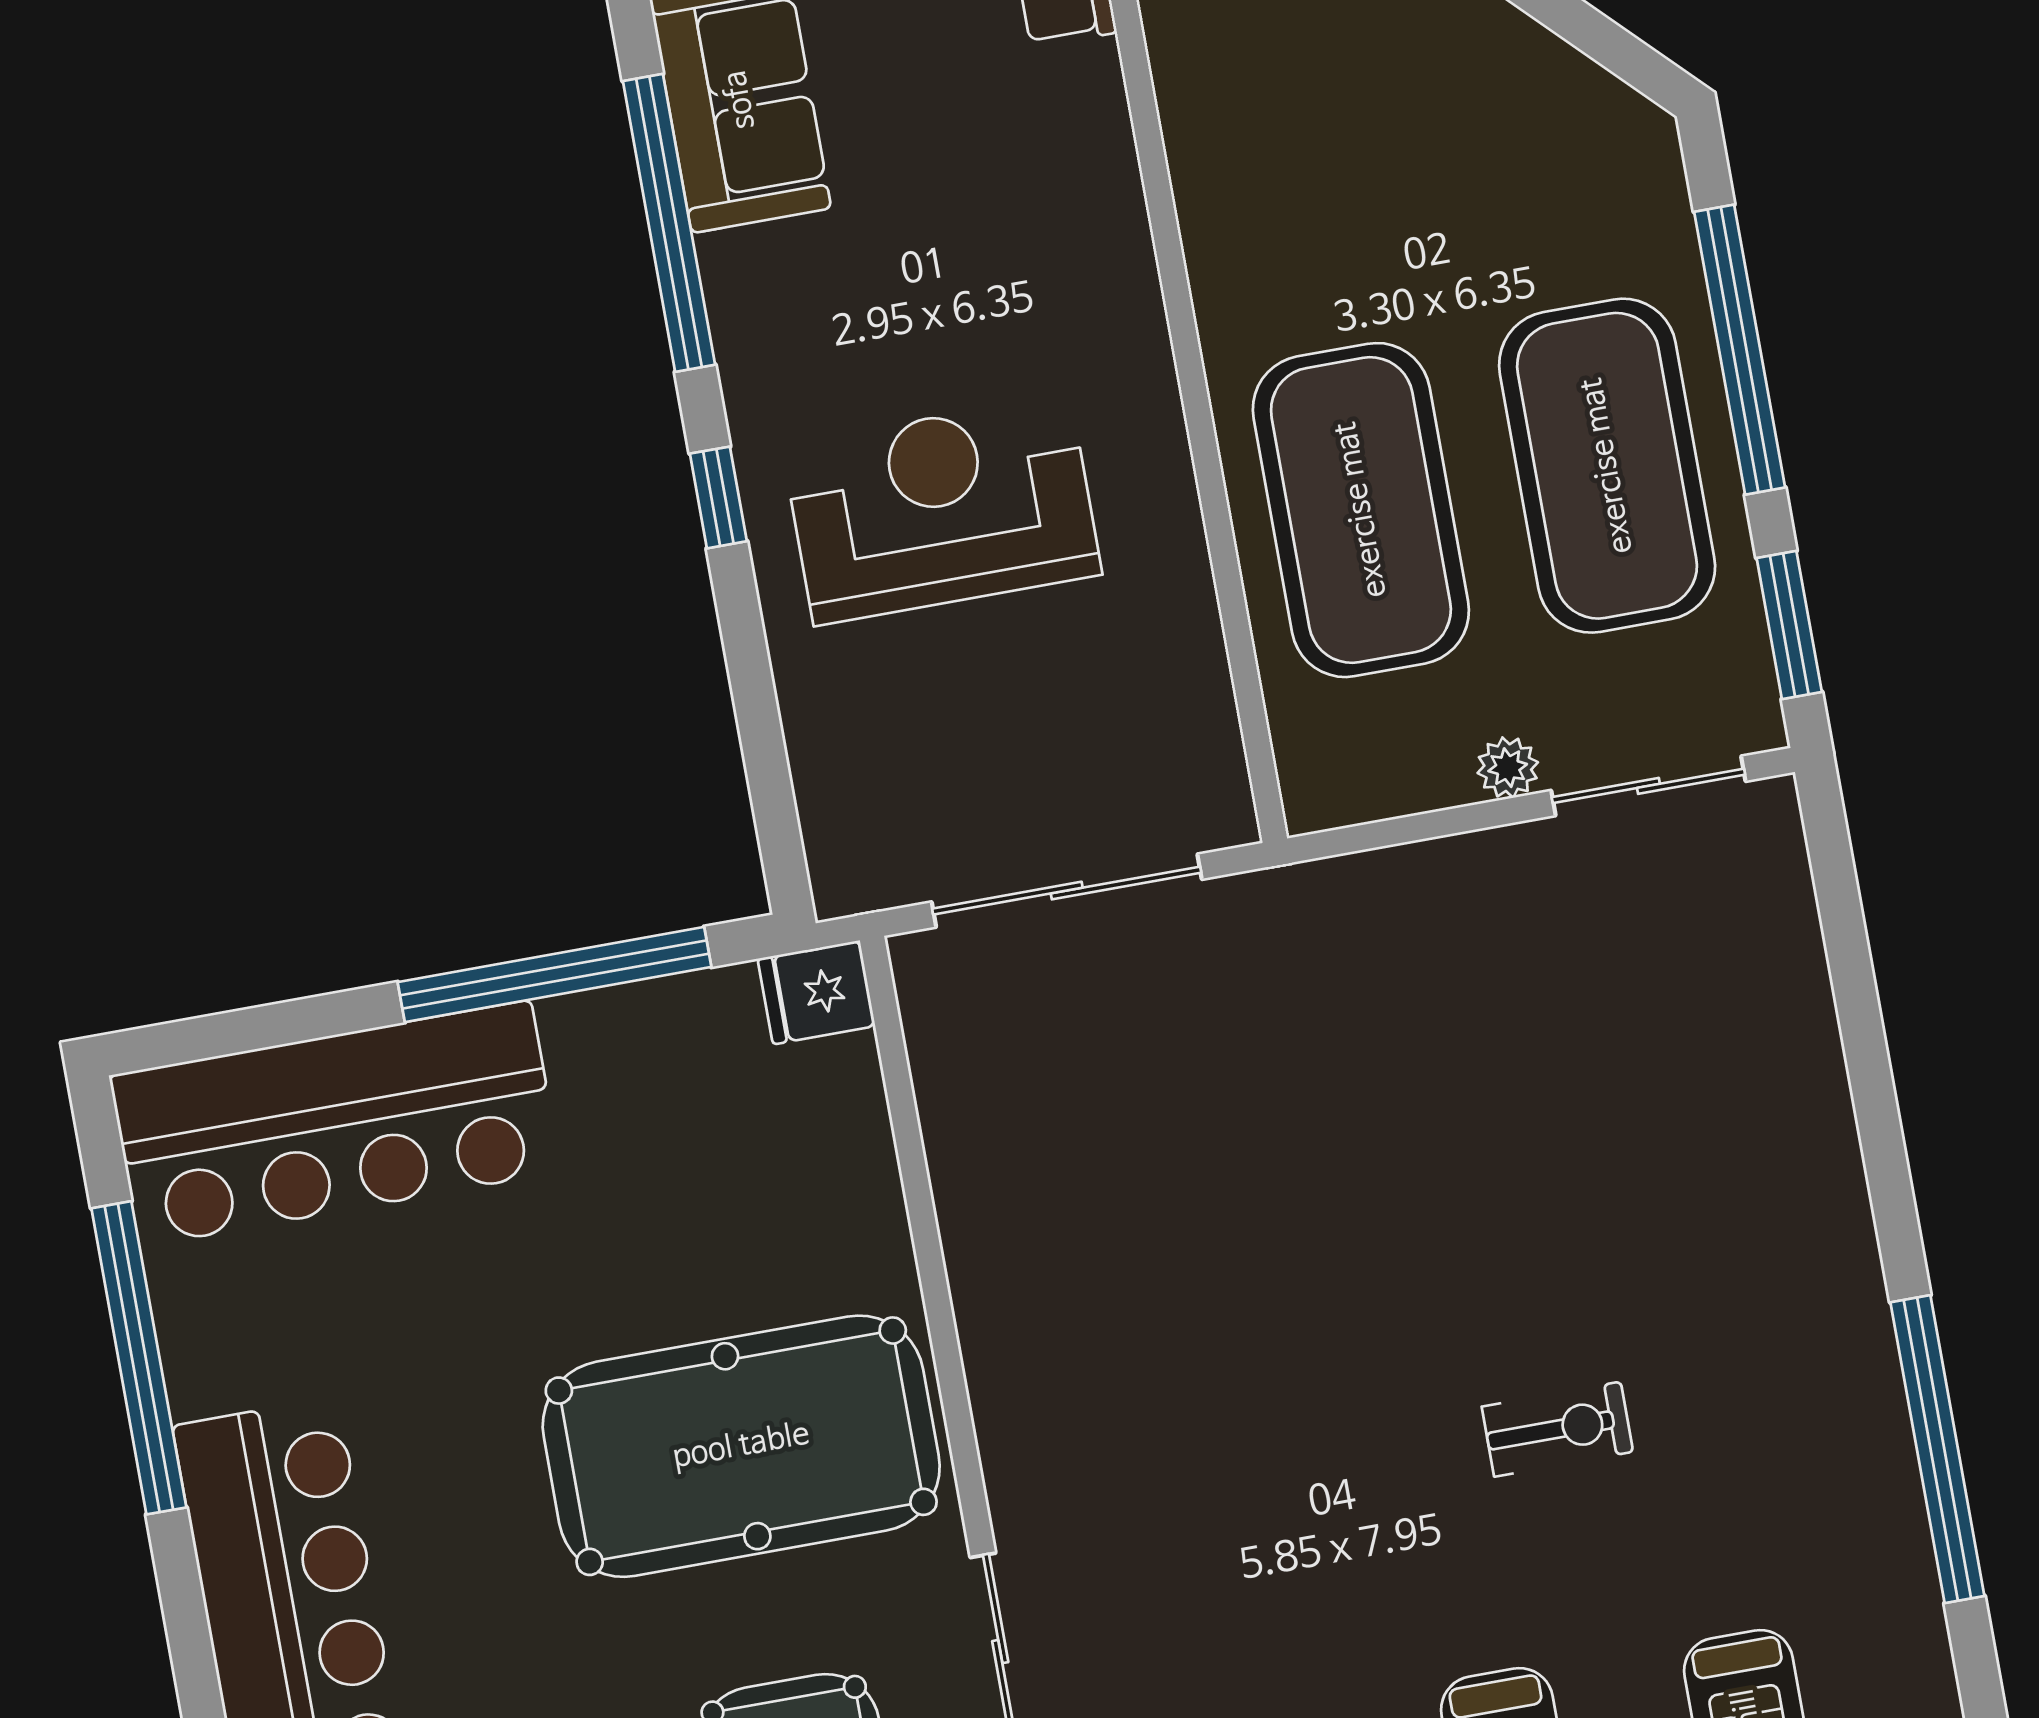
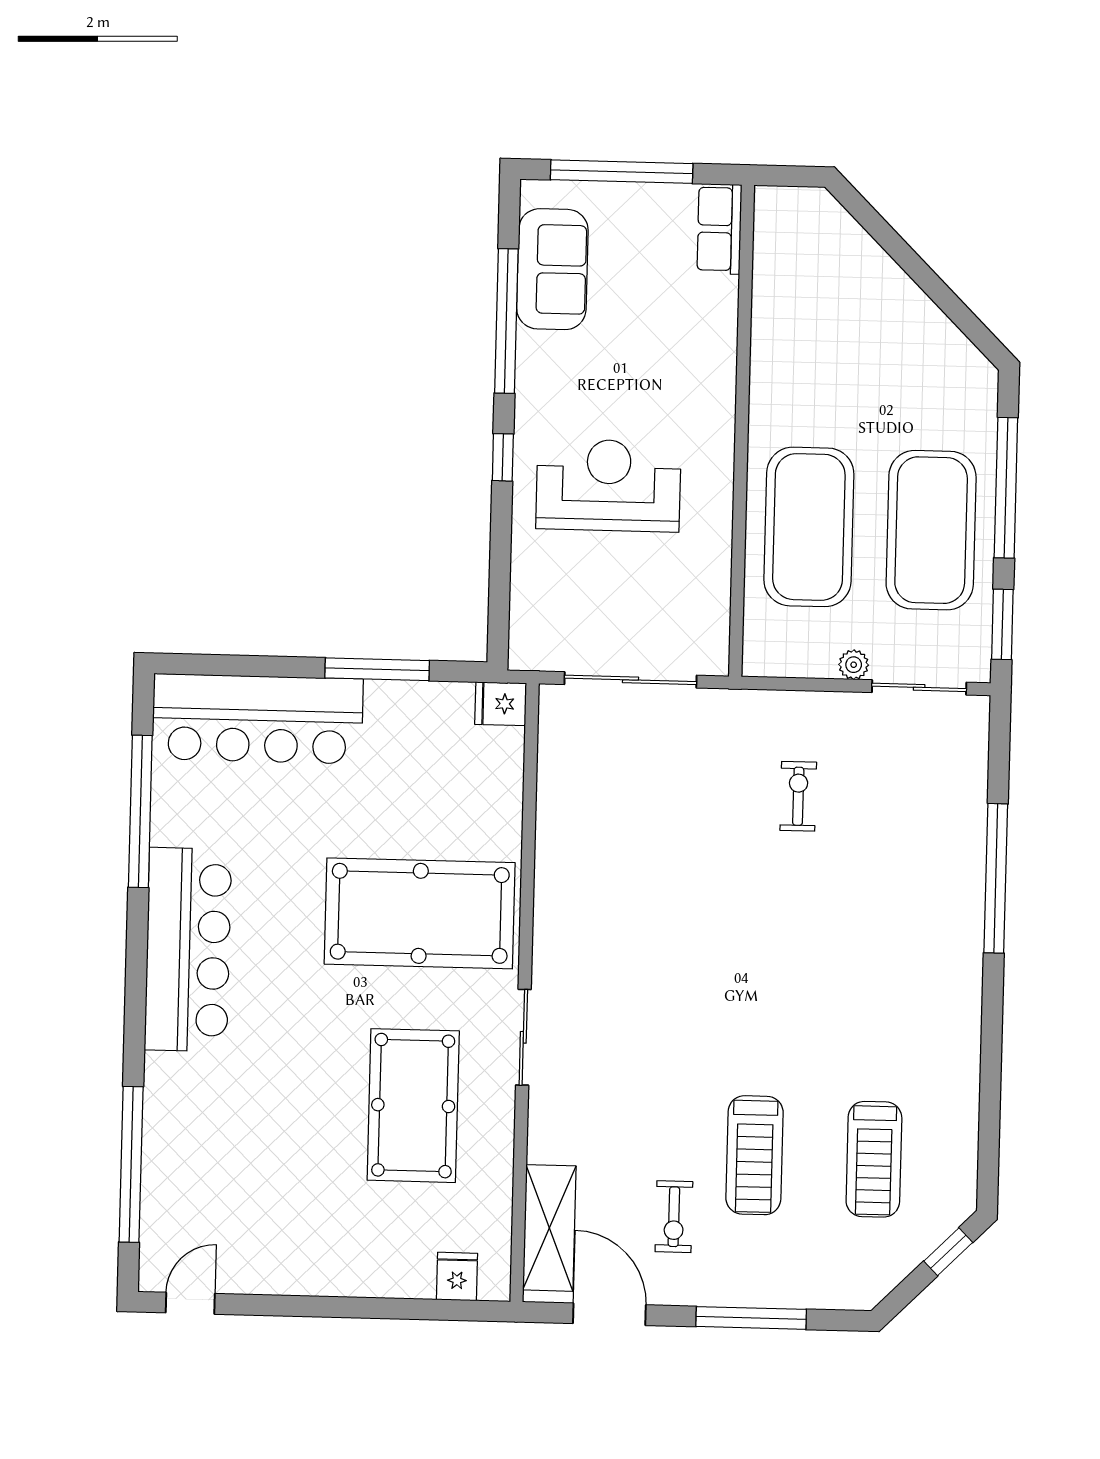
window: (554, 974) -> (377, 669), width x0.68
exercise bike: (1557, 1429) -> (798, 796), moved, turned -90
window: (1937, 1449) -> (996, 878), moved

